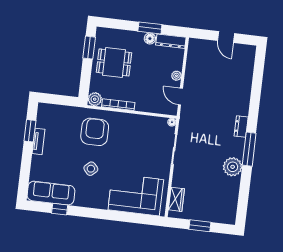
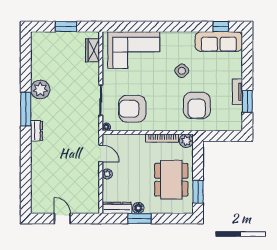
dining table: (114, 62) -> (171, 180), width x1.37
armchair: (95, 132) -> (197, 105), moved
armchair: (144, 137) -> (132, 109), added
window: (60, 209) -> (221, 27), moved

